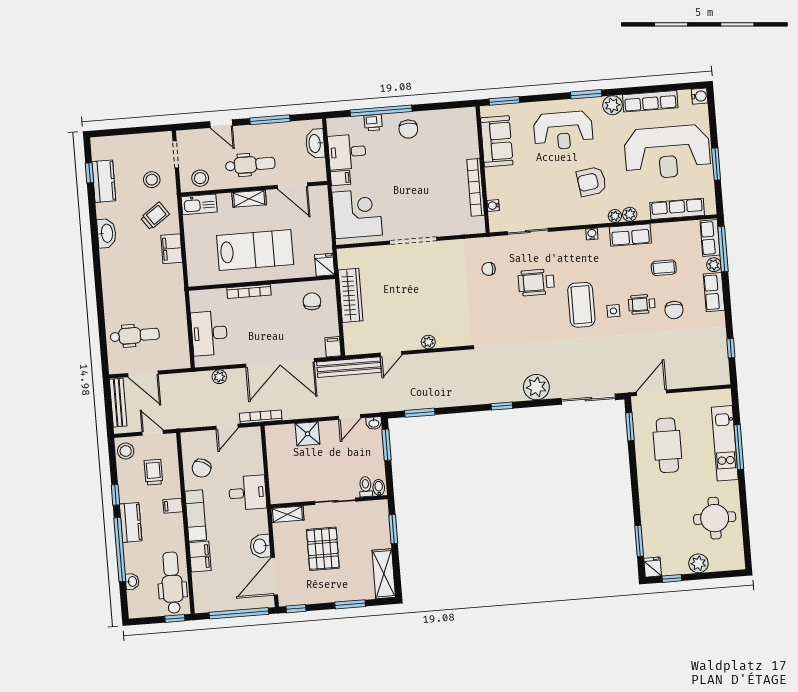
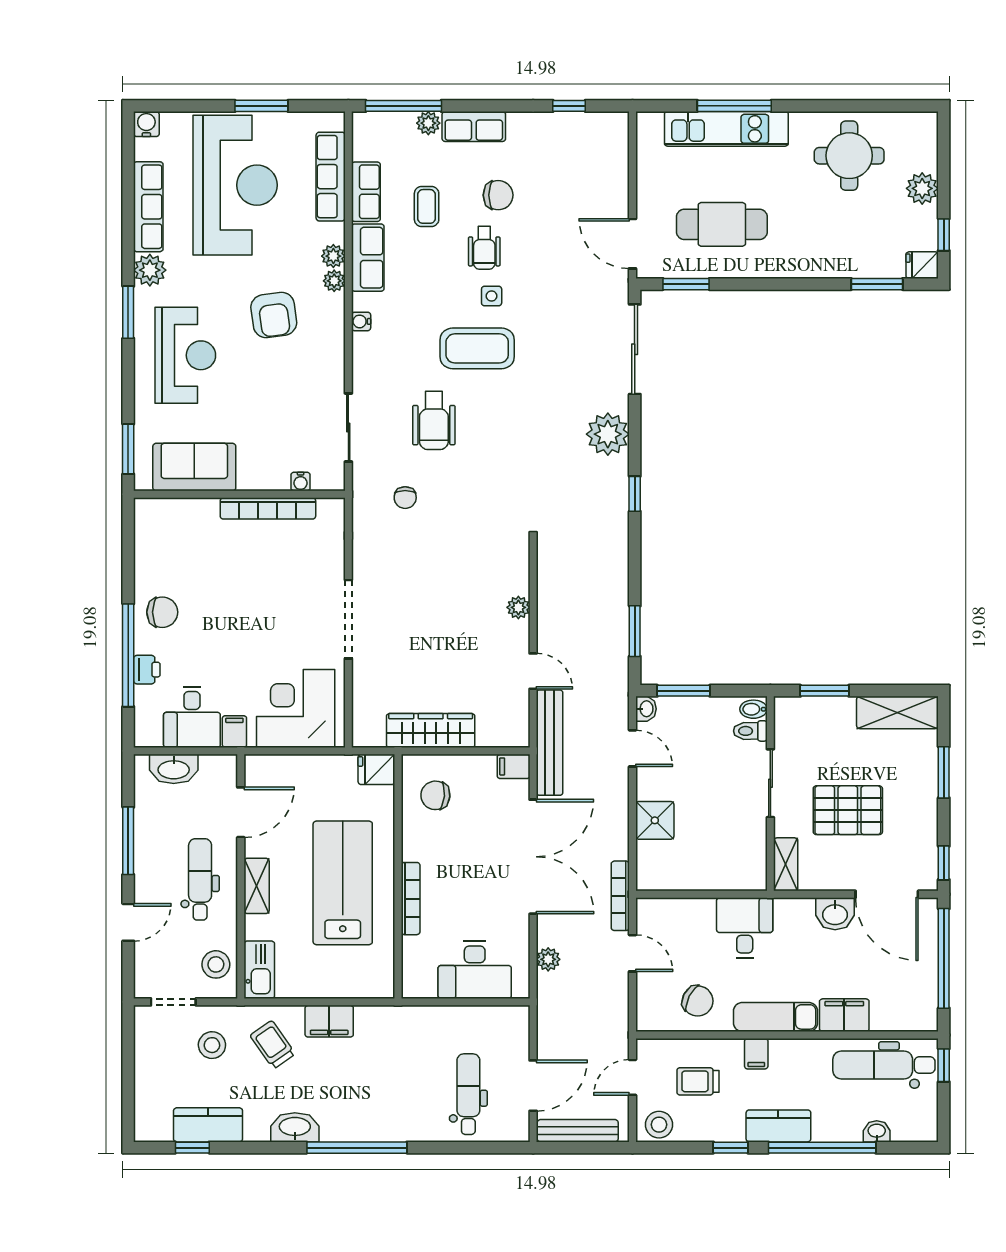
row of seats: (710, 238) -> (366, 192), moved, turned -90
window: (97, 271) -> (357, 1148), added

